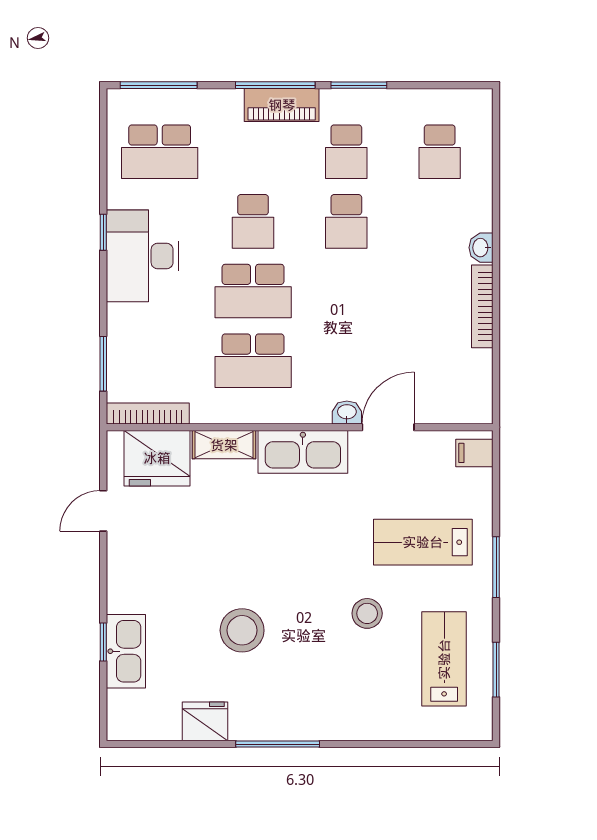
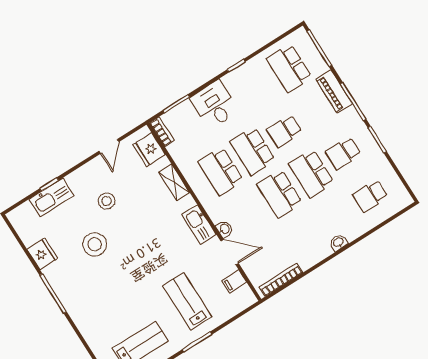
piano: (282, 105) -> (334, 92), moved
school desk: (346, 221) -> (311, 173), width x1.85
desk: (143, 256) -> (214, 105), moved, width x0.73
school desk: (346, 291) -> (280, 194), added
bookcase: (482, 306) -> (281, 280), moved
bookcase: (148, 414) -> (162, 132), width x0.64
kitchen sink: (303, 452) -> (199, 225), width x0.73, depth x0.81
filing cabinet: (474, 453) -> (234, 281), moved, turned -90
fridge: (157, 458) -> (149, 150), width x0.73, depth x0.75
door: (103, 511) -> (109, 146), swing flipped
stool: (367, 613) -> (107, 201), moved

